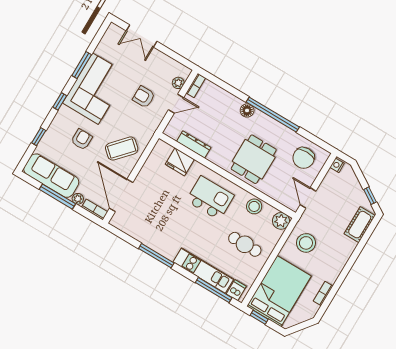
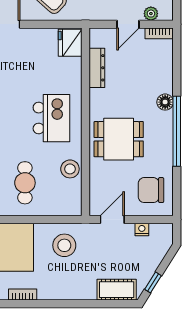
door: (176, 104) -> (128, 24), hinge flipped
fridge: (180, 162) -> (70, 43), moved
nightstand: (337, 165) -> (142, 229), moved
plant: (281, 221) -> (72, 206), removed

